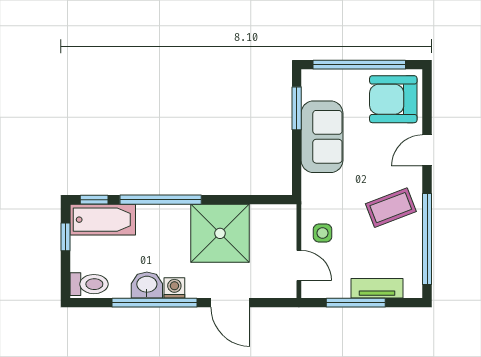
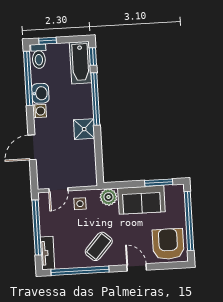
plant: (315, 188) -> (108, 197), added
coffee table: (391, 208) -> (99, 246), turned 63
shower: (220, 233) -> (84, 129), width x0.54, depth x0.54
window: (65, 237) -> (48, 41), moved
tv unit: (377, 288) -> (47, 253), moved
window: (154, 303) -> (28, 78), moved
window: (356, 303) -> (37, 228), width x1.46

